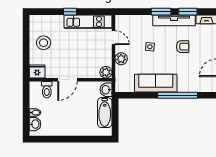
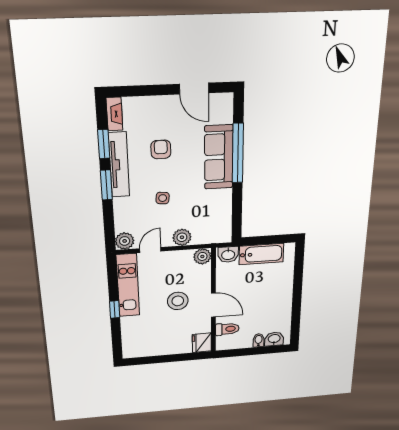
plant: (121, 21) -> (125, 241), added
stool: (44, 43) -> (178, 301), moved
sofa: (156, 83) -> (219, 157), moved

